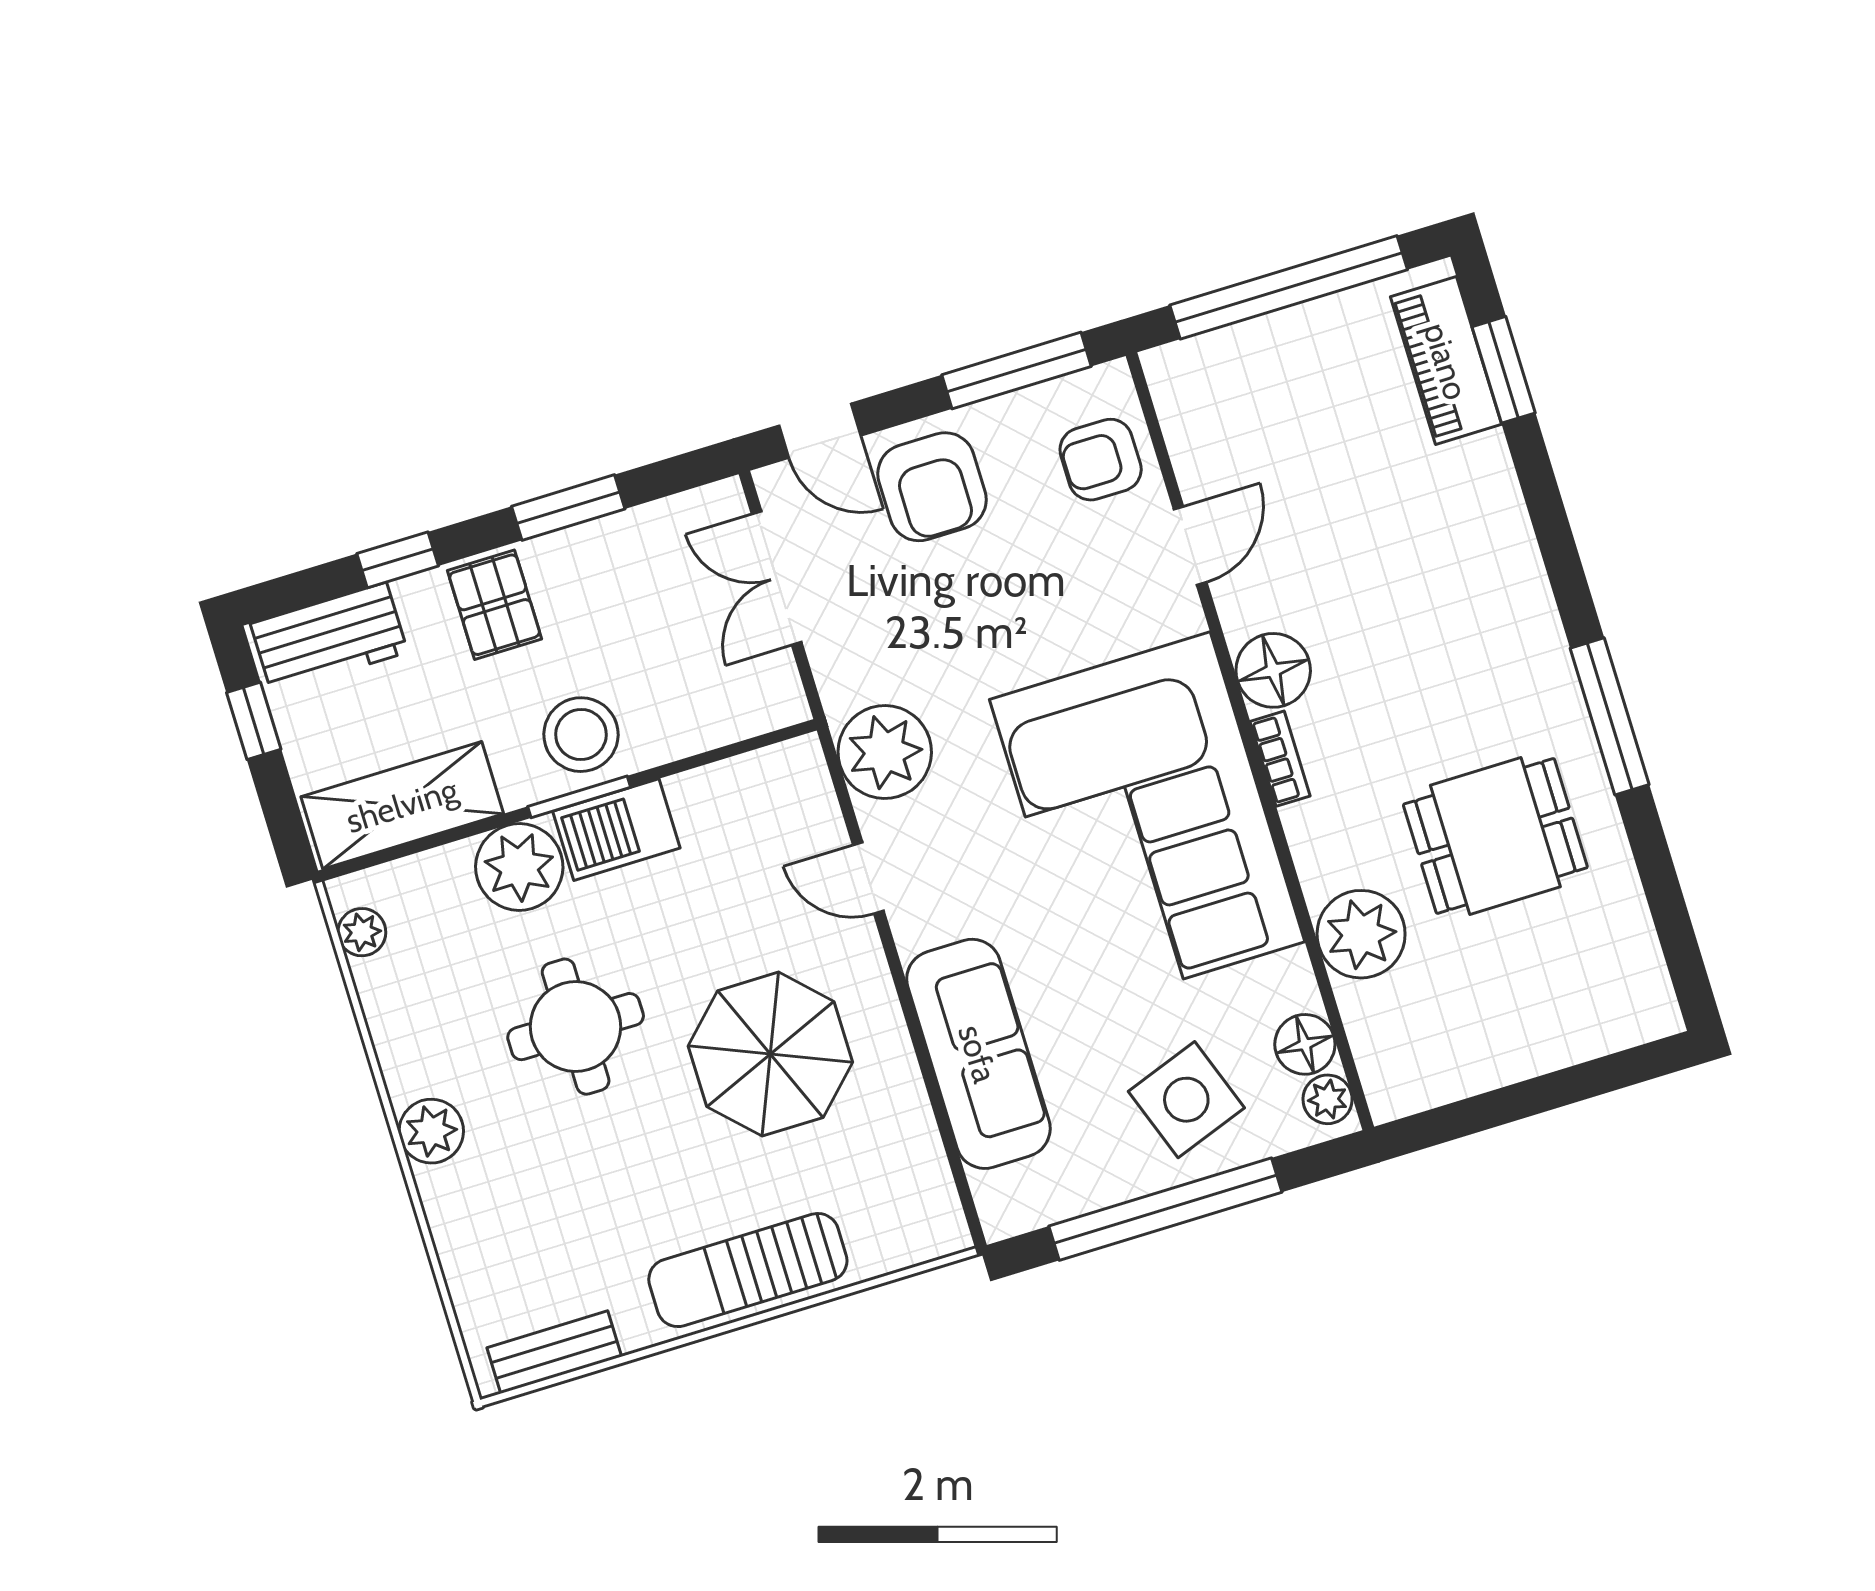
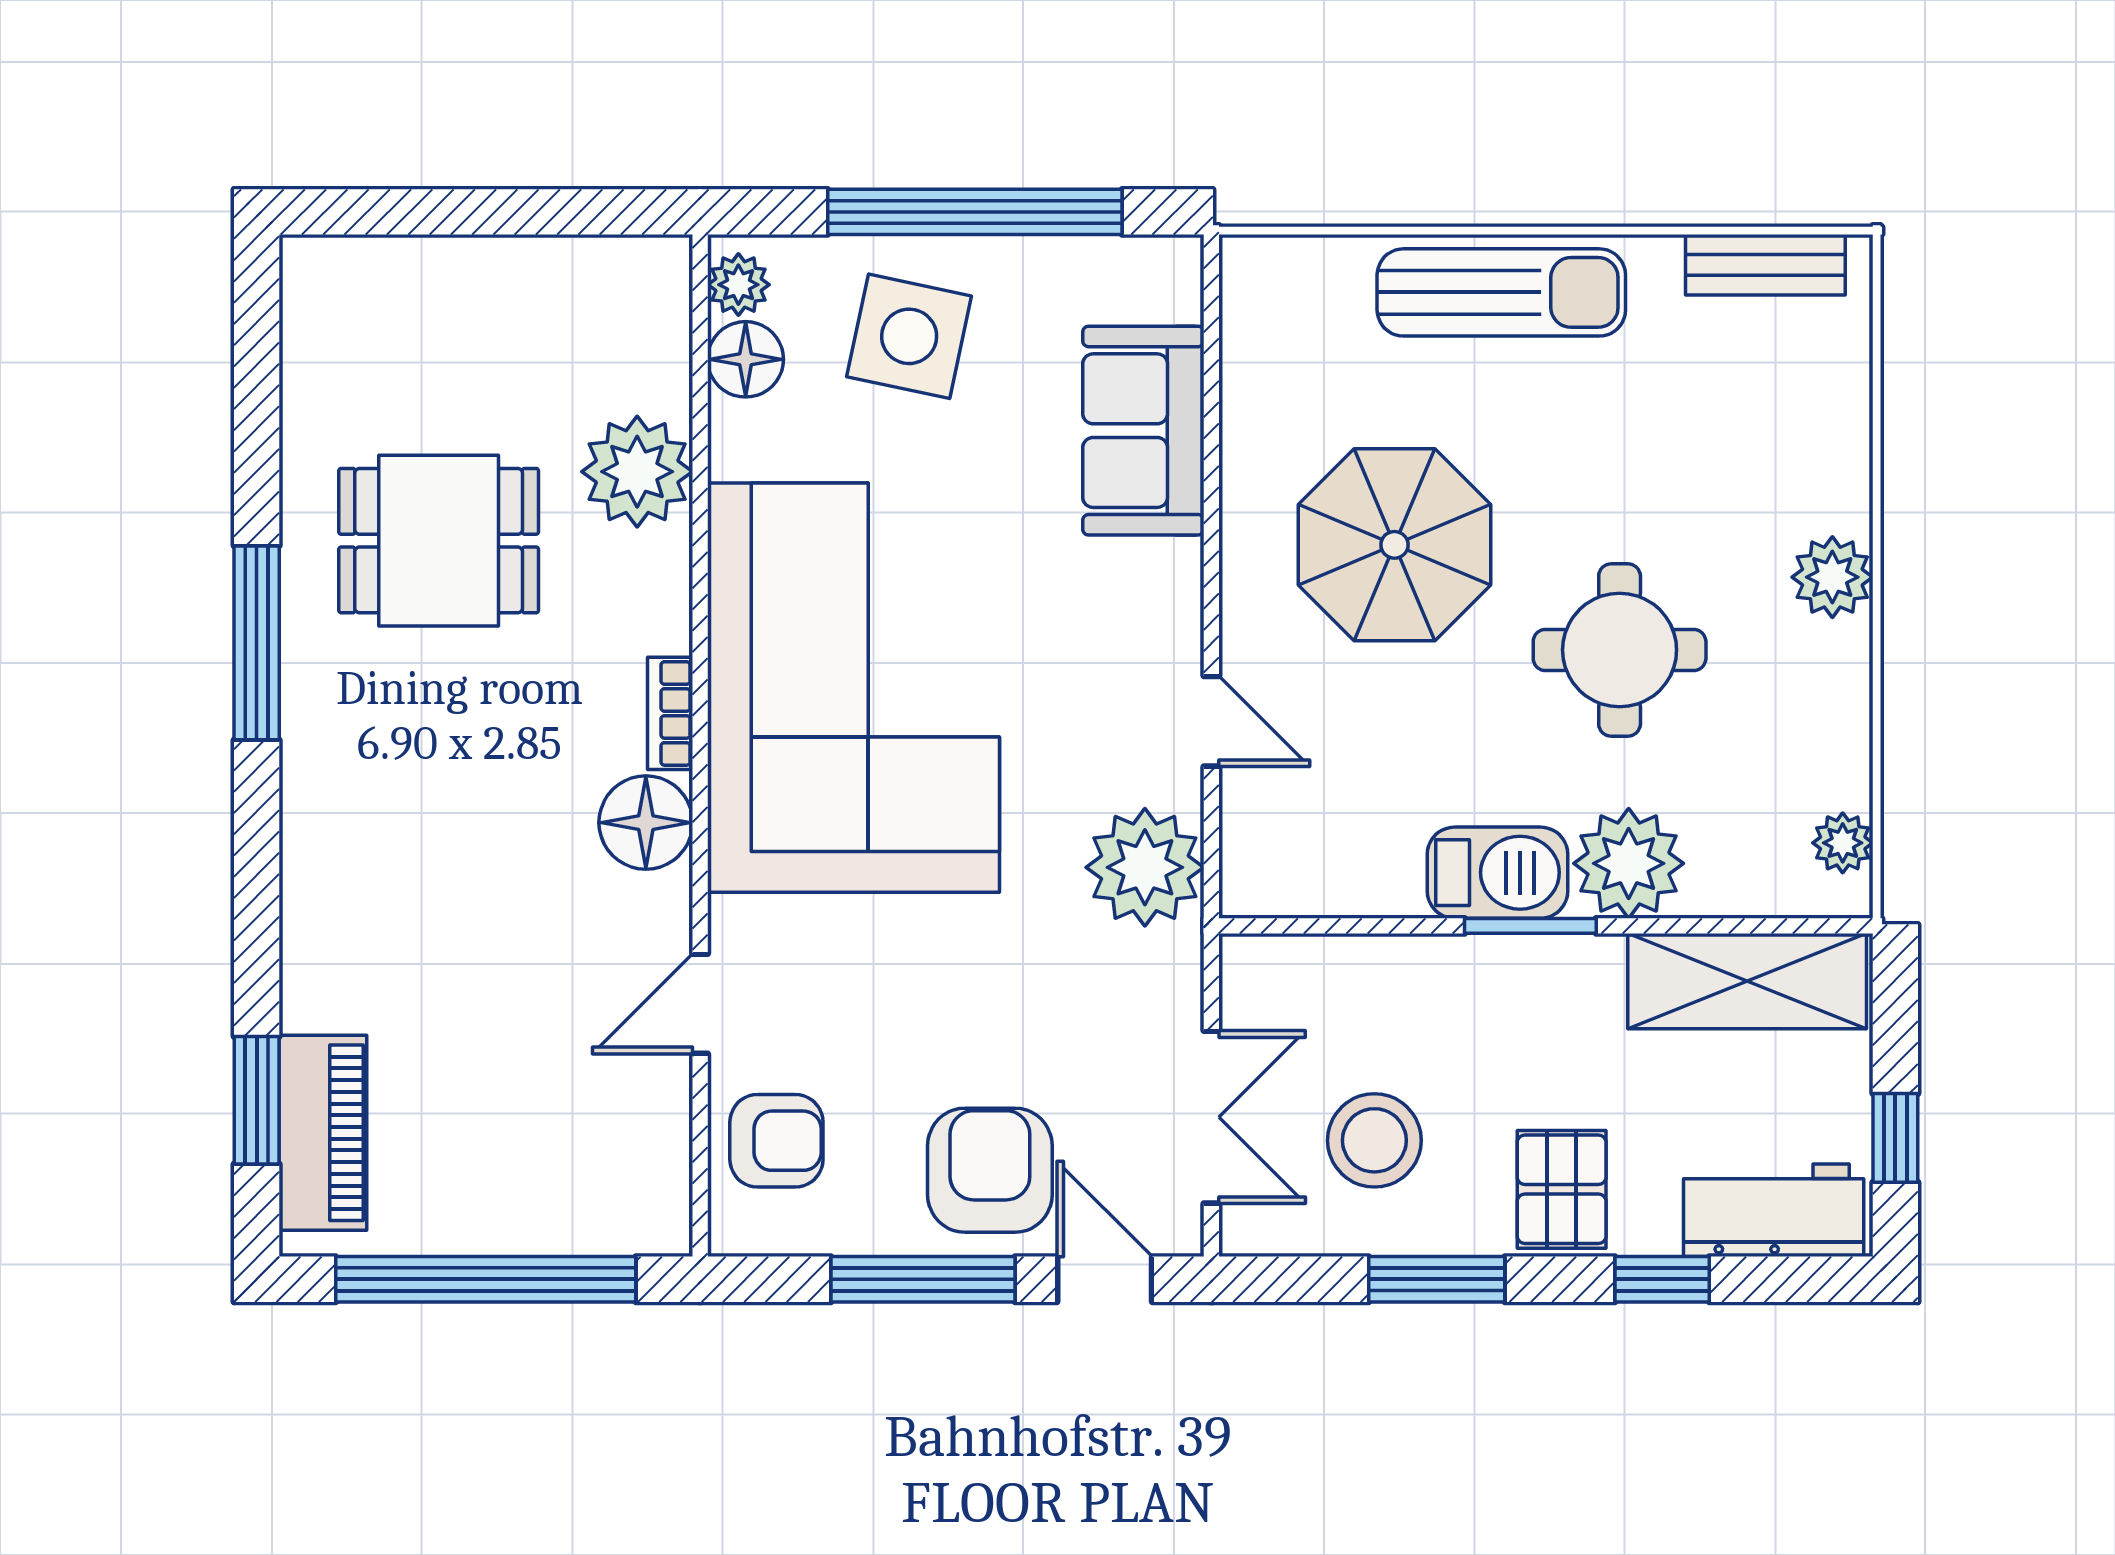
window: (1016, 371) -> (923, 1279), moved
stool: (581, 735) -> (1374, 1140), moved
sofa: (978, 1054) -> (1143, 431), width x0.73
side table: (1186, 1100) -> (909, 336), turned 32

